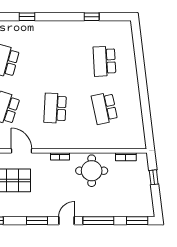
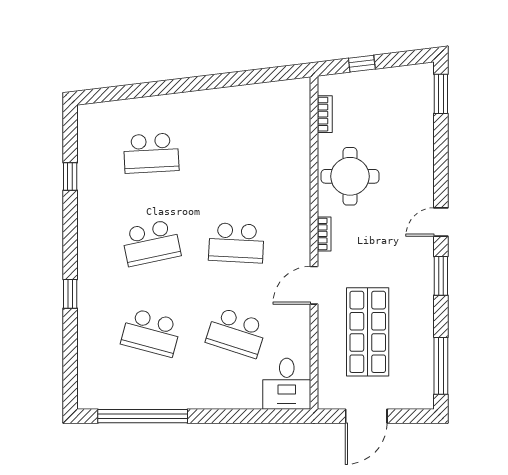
school desk: (104, 108) -> (151, 243), moved
door: (21, 151) -> (314, 285), moved
door: (67, 221) -> (441, 222), hinge flipped
window: (98, 221) -> (441, 164), removed

